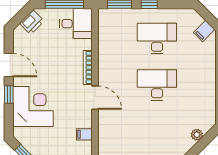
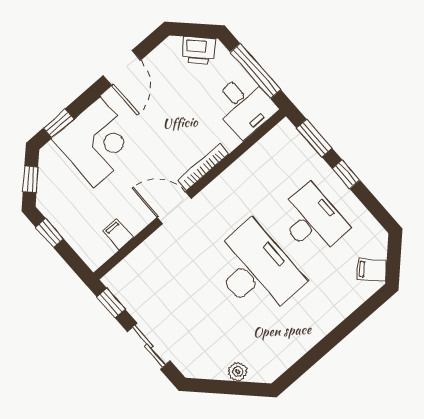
desk: (157, 85) -> (256, 270), width x1.36, depth x1.30
window: (9, 95) -> (58, 123), moved
door: (95, 98) -> (174, 208), swing flipped

